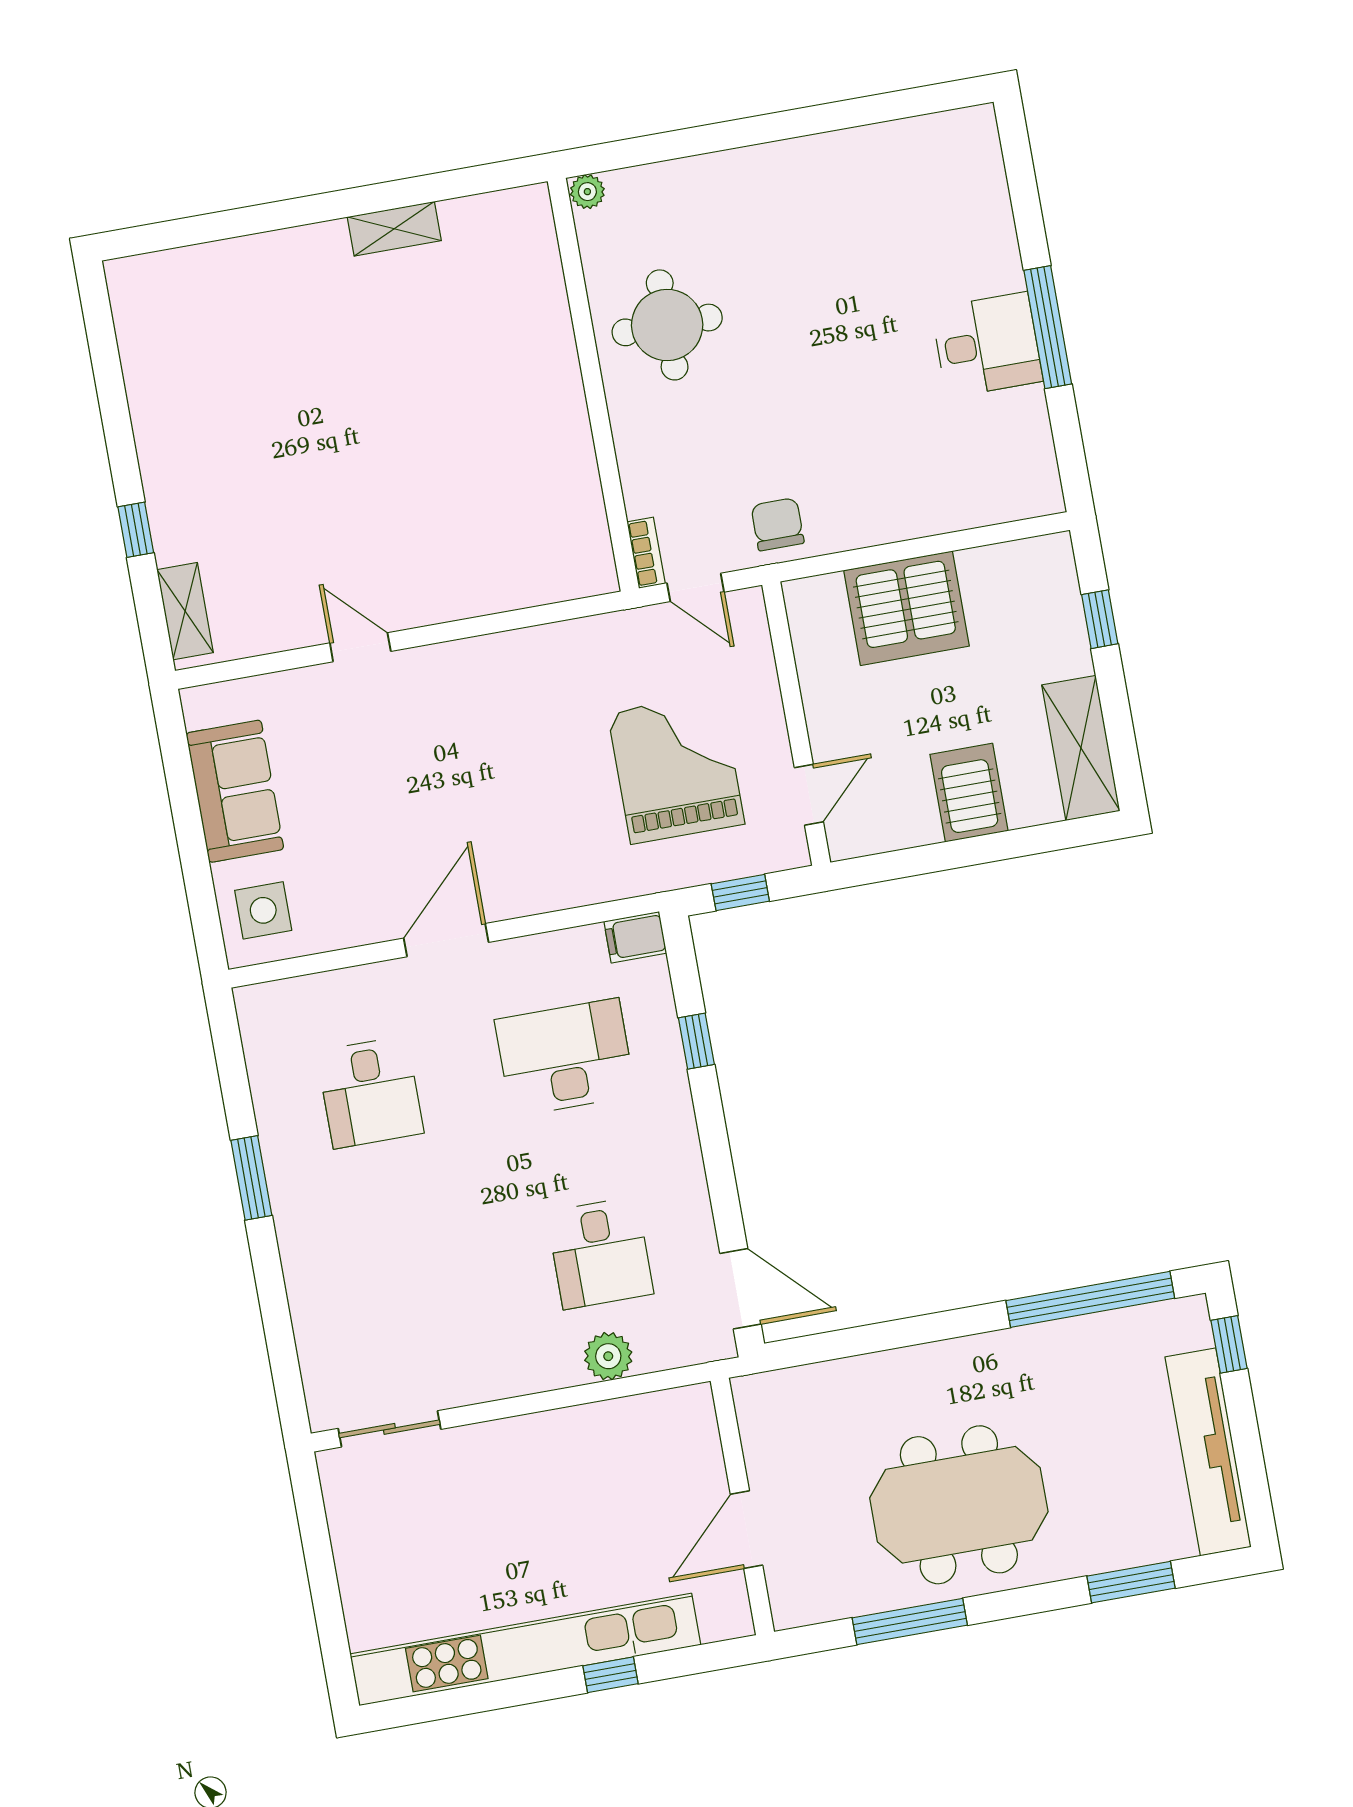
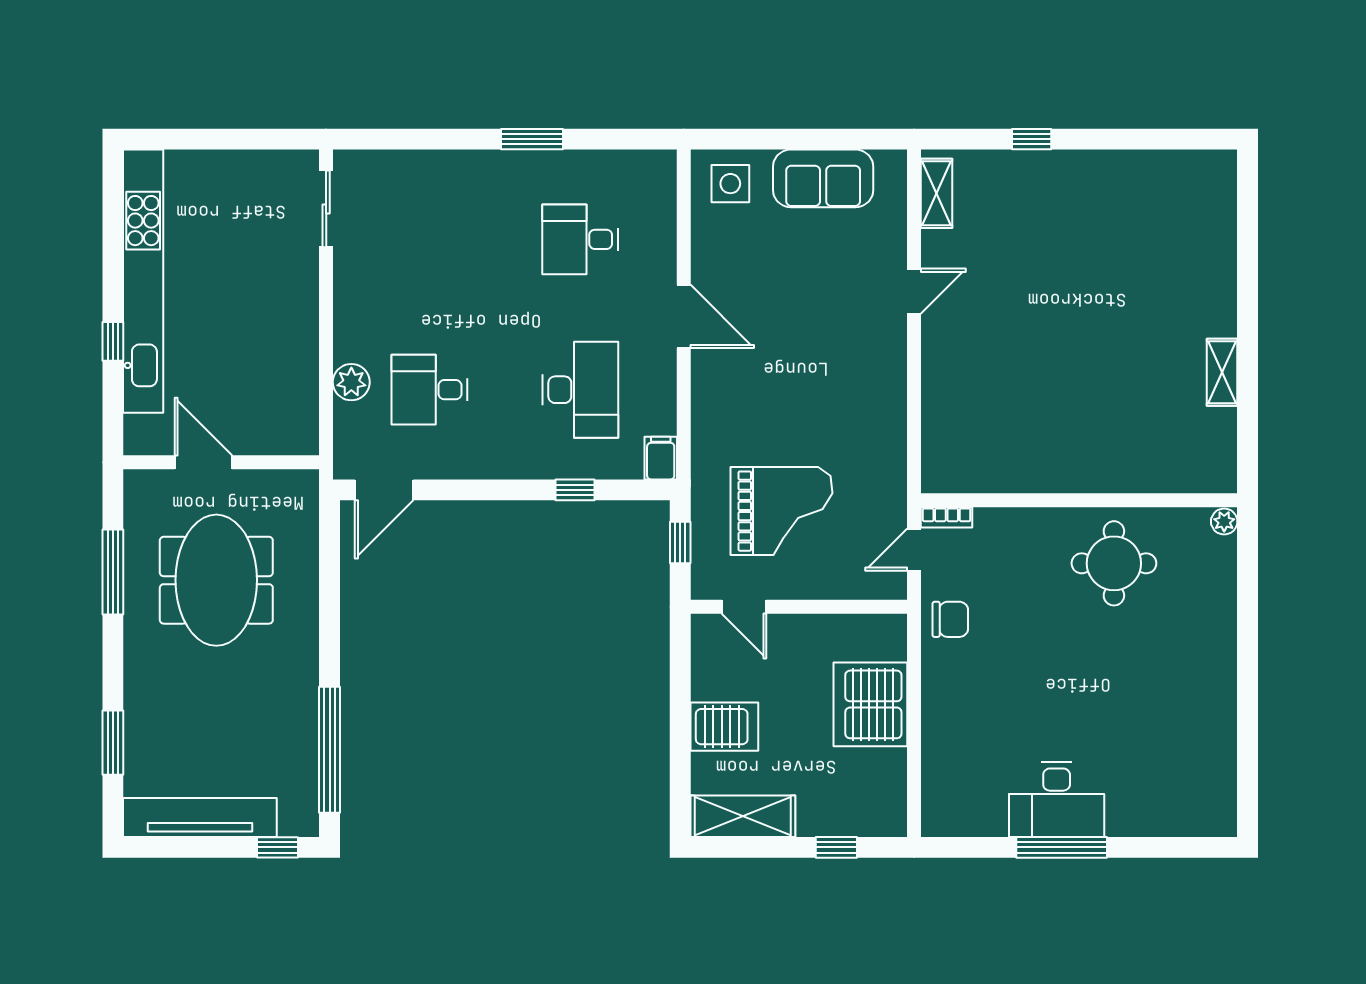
desk: (987, 345) -> (1057, 800), width x1.37
shelving: (185, 611) -> (937, 193), moved, turned 90
meeting table: (959, 1505) -> (216, 580), moved

